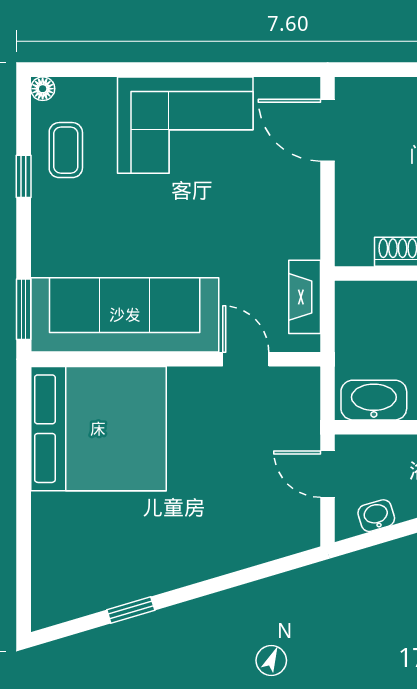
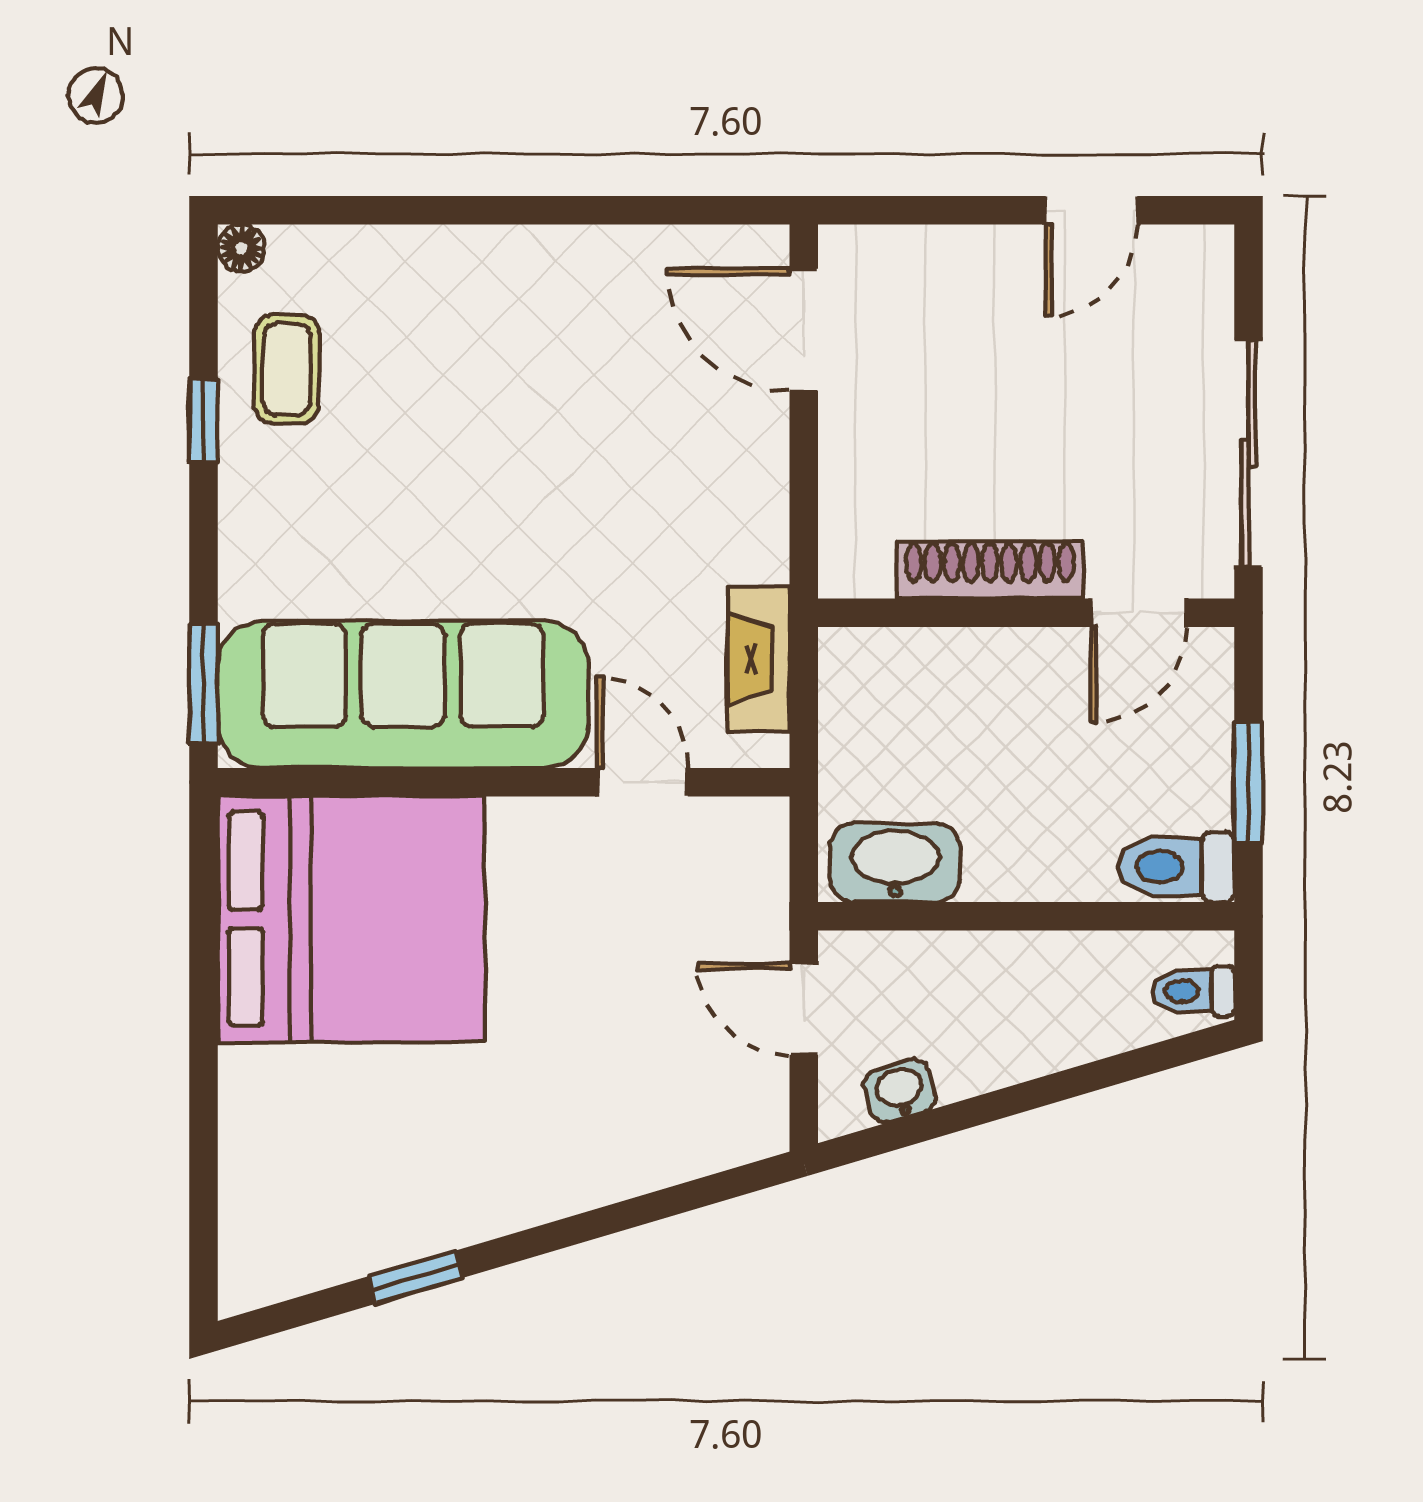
corner sofa: (185, 125) -> (523, 320), removed

